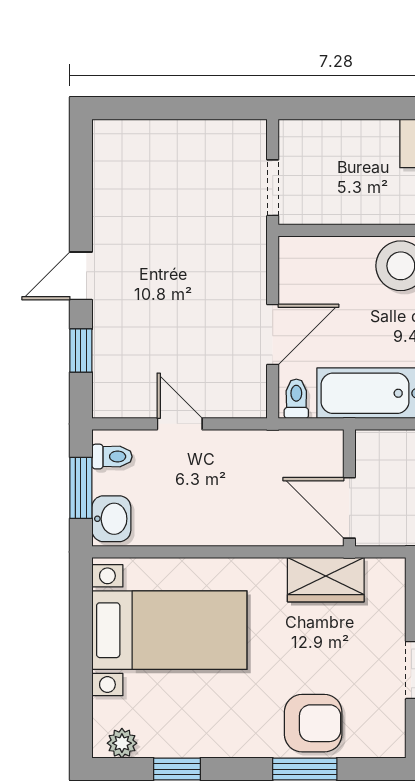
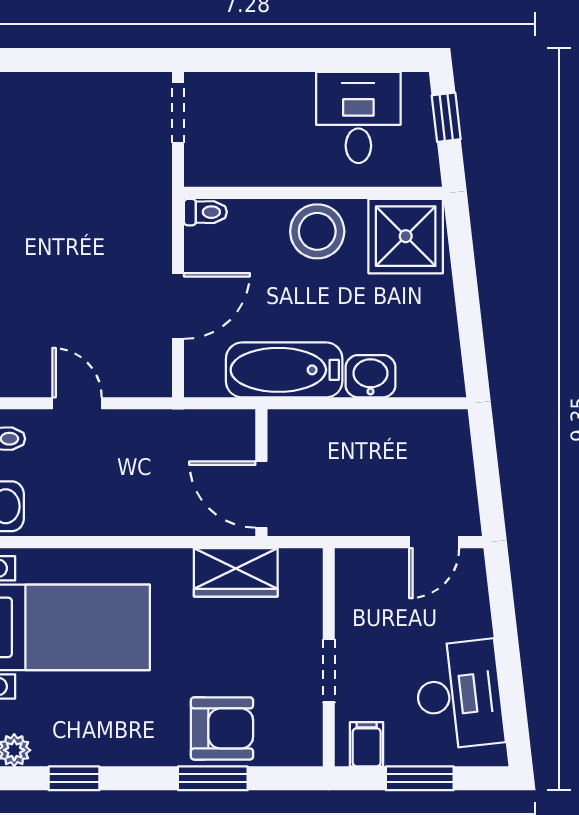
doorway: (273, 188) -> (178, 113), moved
toilet: (296, 399) -> (205, 212), moved, turned 90

